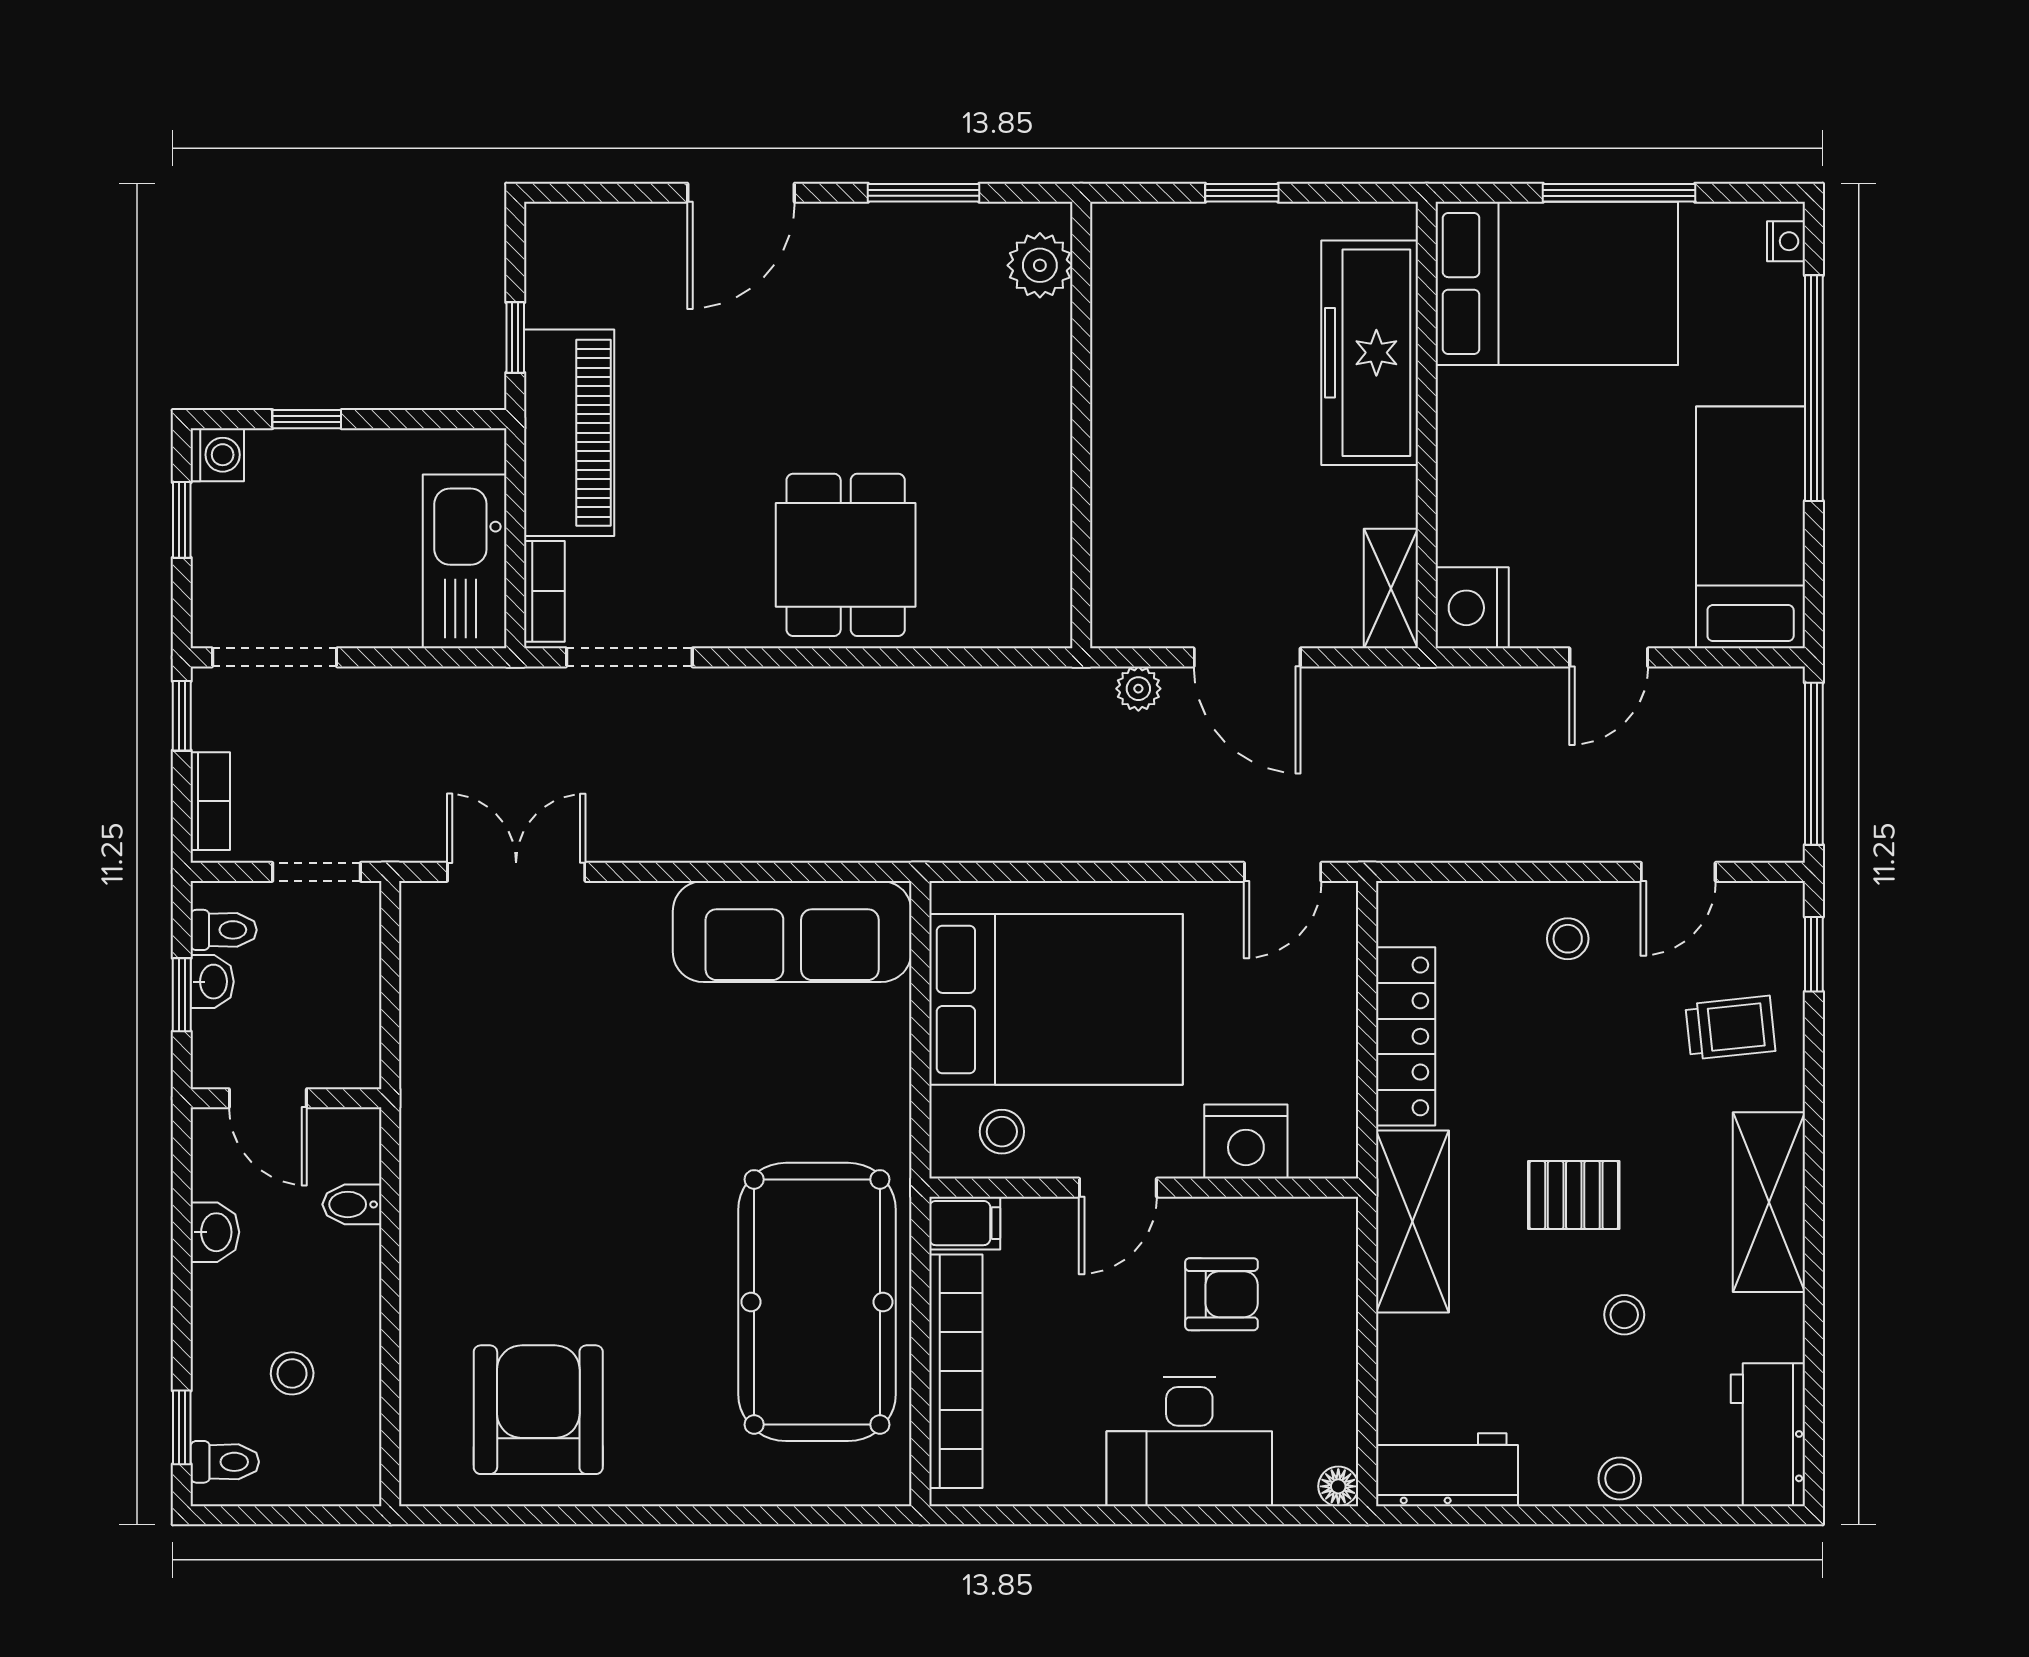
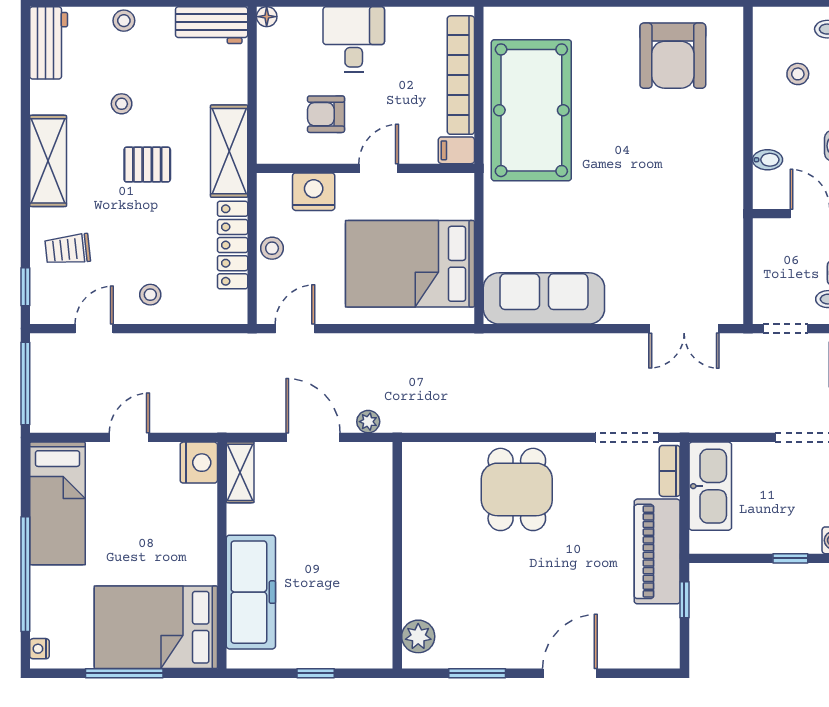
stool: (1002, 1132) -> (272, 248), moved
desk: (1189, 1441) -> (354, 39), width x0.73

